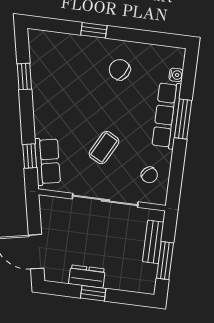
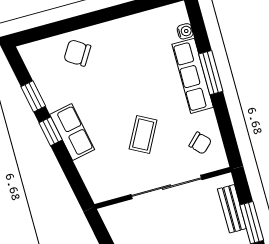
window: (94, 30) -> (84, 21), removed
chair: (120, 70) -> (77, 53), moved
window: (30, 156) -> (51, 131), moved
row of seats: (47, 161) -> (72, 132), moved

